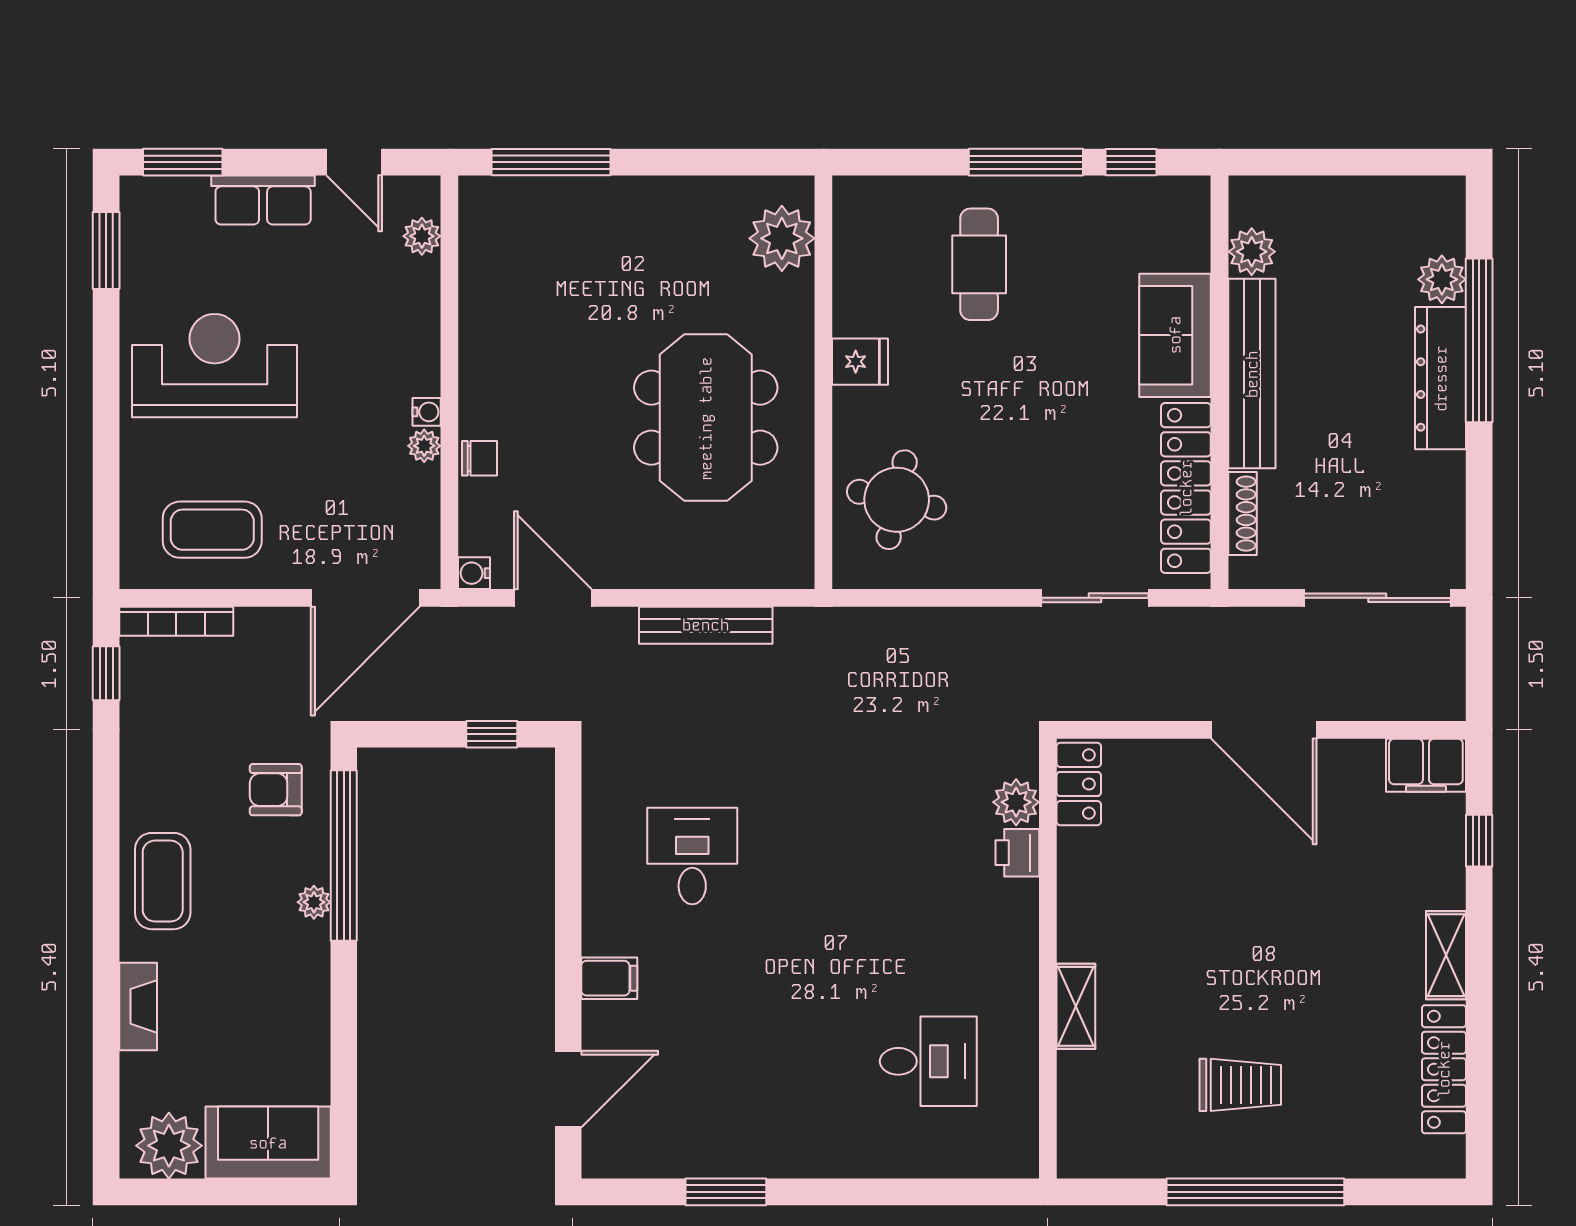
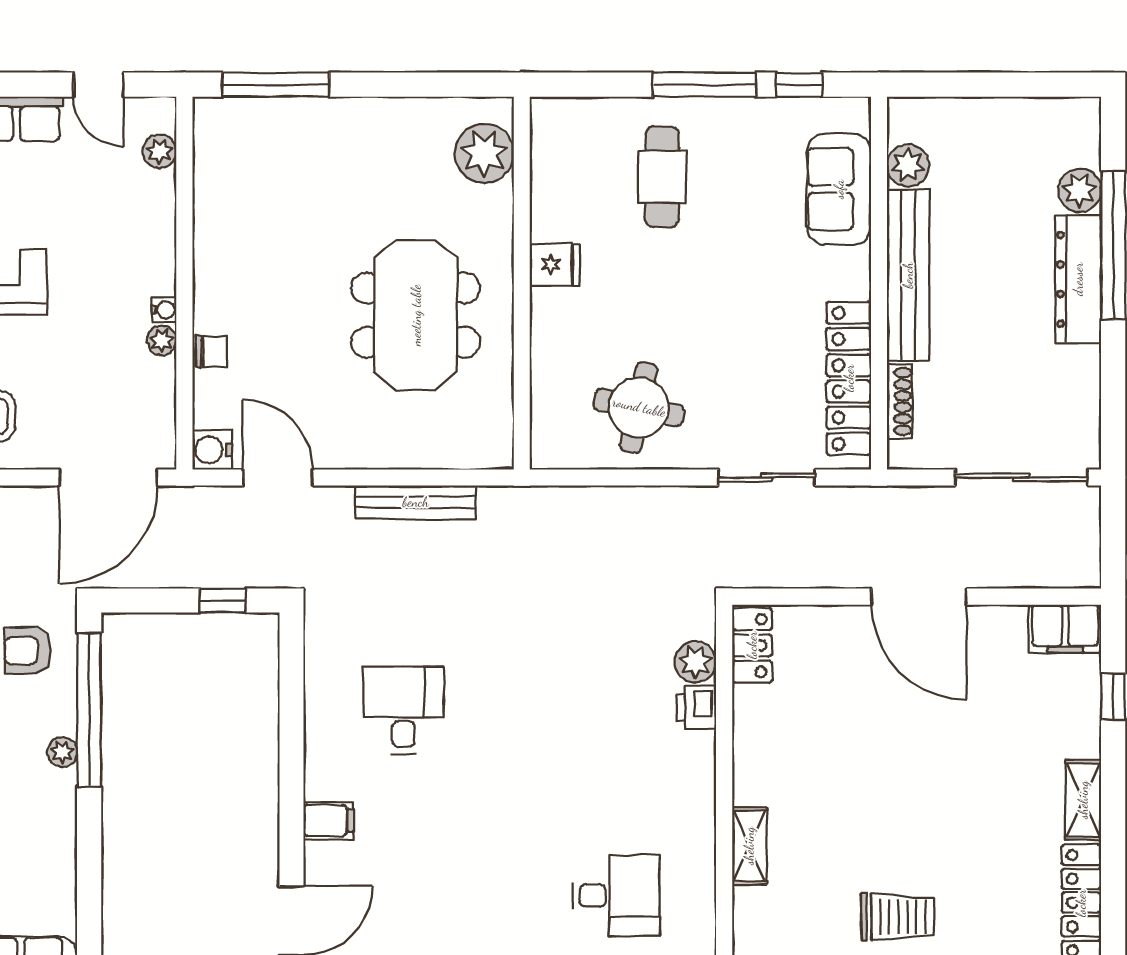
sofa: (1175, 335) -> (839, 189), moved
round table: (897, 500) -> (639, 407), moved
water cooler: (474, 573) -> (212, 450), width x1.38, depth x1.38

